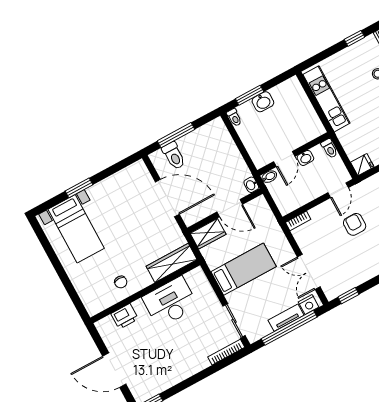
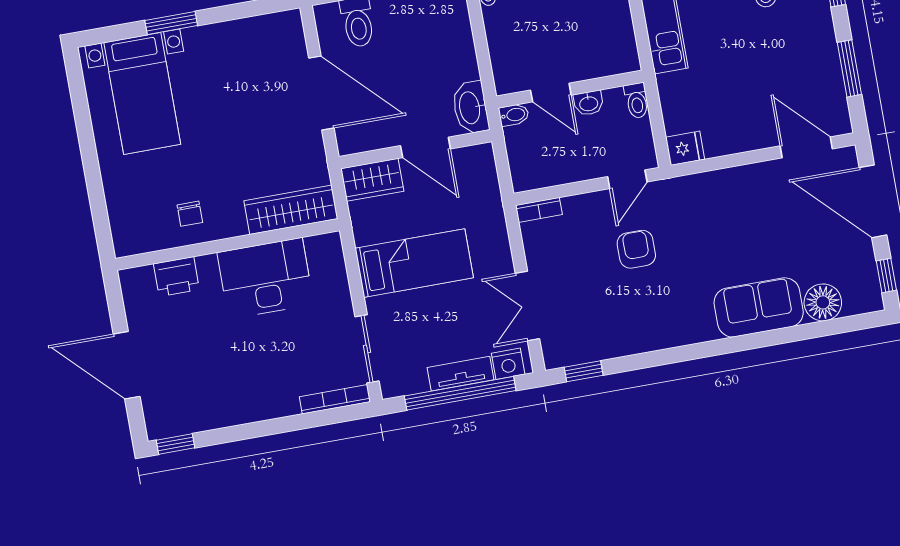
door: (284, 159) -> (551, 93), hinge flipped
washbasin: (251, 185) -> (470, 108), width x1.91, depth x1.45

